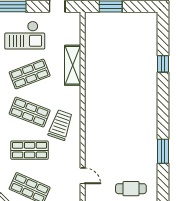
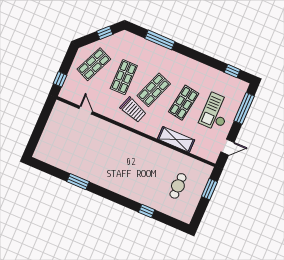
shop shelf: (30, 74) -> (184, 103), turned 30
door: (83, 176) -> (86, 110), swing flipped
cafe table: (131, 189) -> (178, 186), moved

